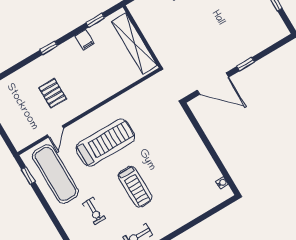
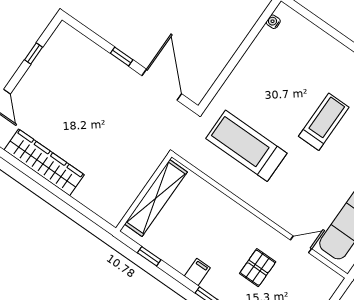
filing cabinet: (85, 40) -> (197, 272), moved
treadmill: (105, 143) -> (246, 146), moved

